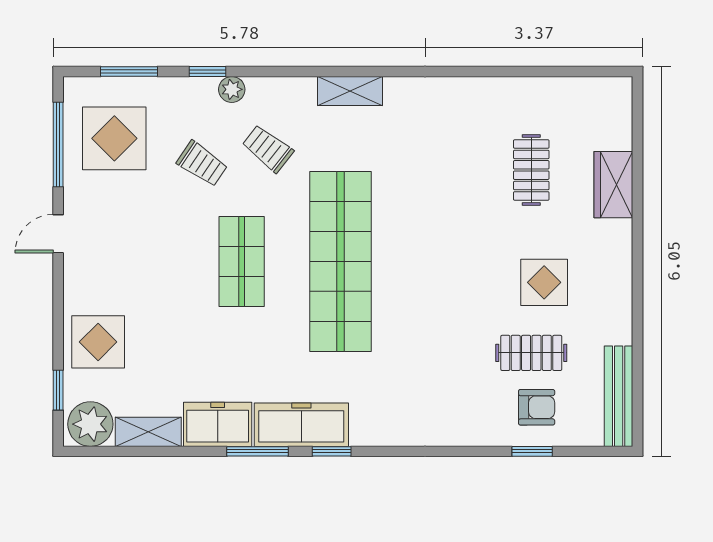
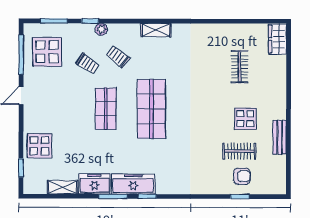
wardrobe: (613, 185) -> (277, 39), moved
shop shelf: (341, 261) -> (151, 109), width x0.71
bench: (619, 396) -> (280, 137), moved, width x0.73
plant: (90, 424) -> (36, 184), removed

